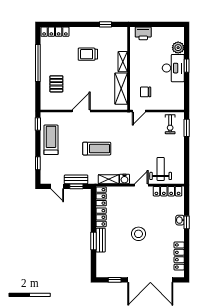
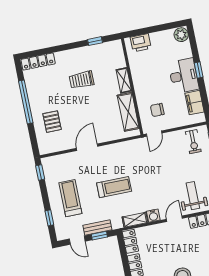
plant: (178, 48) -> (181, 35), moved
filing cabinet: (178, 92) -> (194, 103), added
treadmill: (51, 140) -> (70, 198), moved

